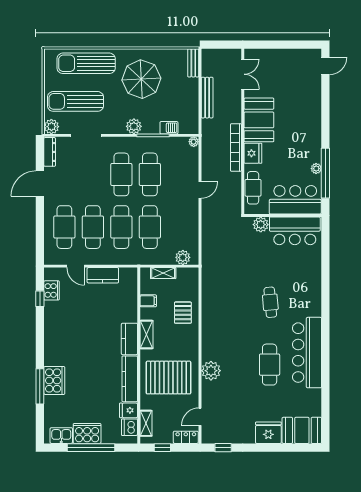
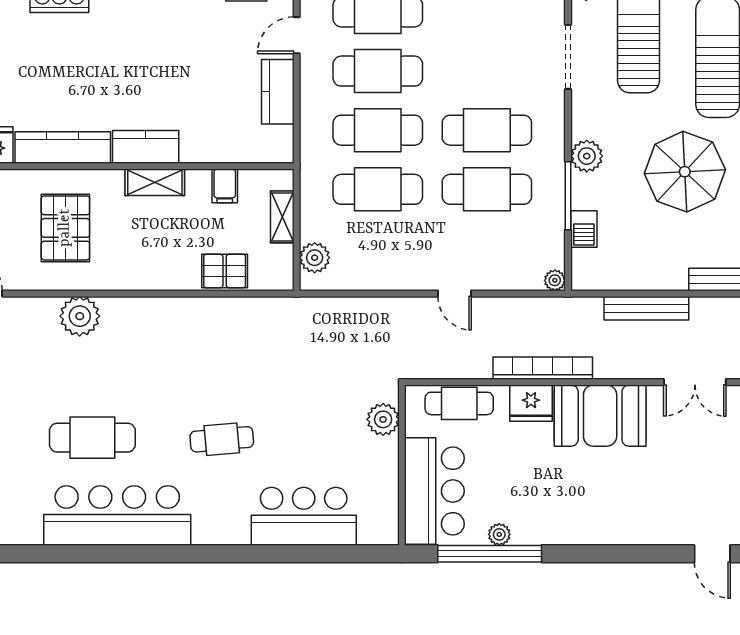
bar counter: (295, 231) -> (304, 516), moved, turned 90
pallet: (183, 313) -> (225, 271), moved
pallet: (168, 378) -> (65, 228), width x0.73, depth x0.71

